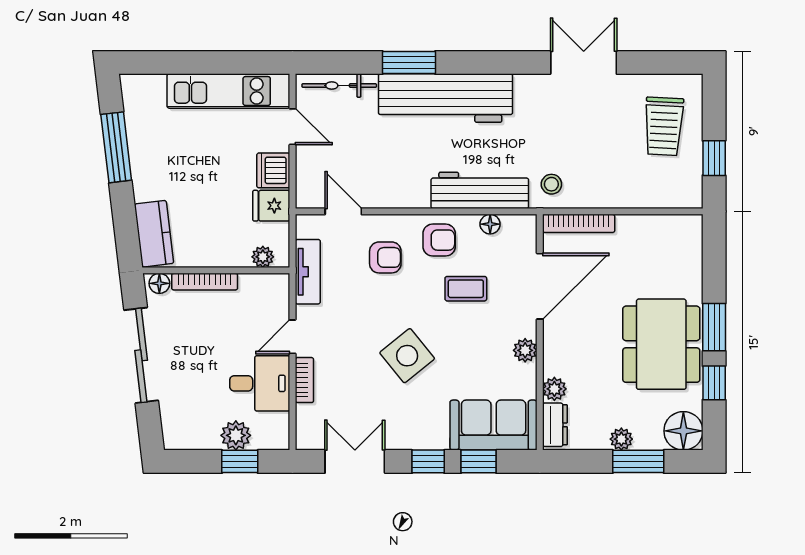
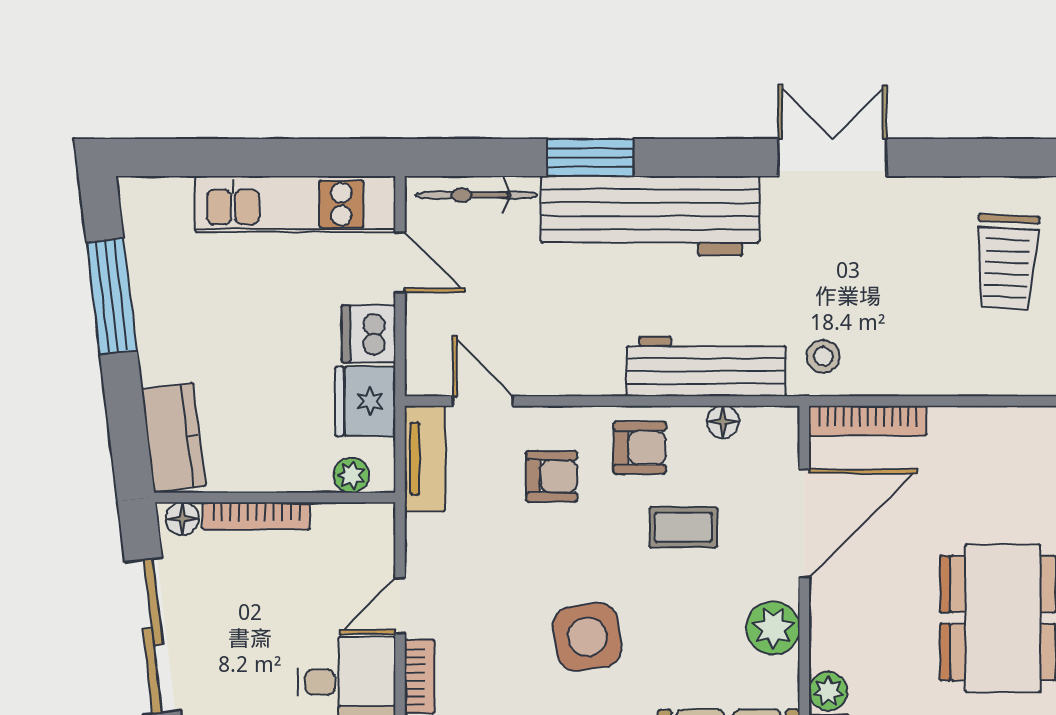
double door: (584, 62) -> (832, 157), moved
fridge: (271, 206) -> (365, 401), width x1.38
tv unit: (308, 272) -> (425, 459), moved
plant: (525, 350) -> (773, 628), width x1.38, depth x1.38
side table: (407, 356) -> (587, 637), turned 30

